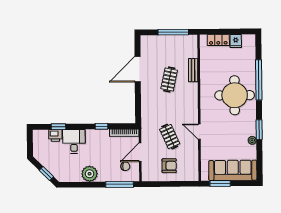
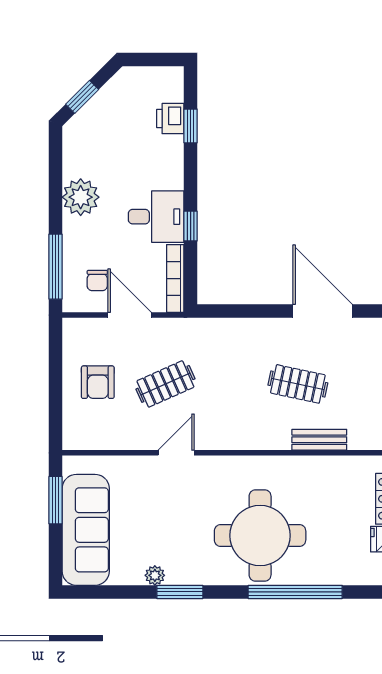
desk: (74, 141) -> (156, 217), moved

